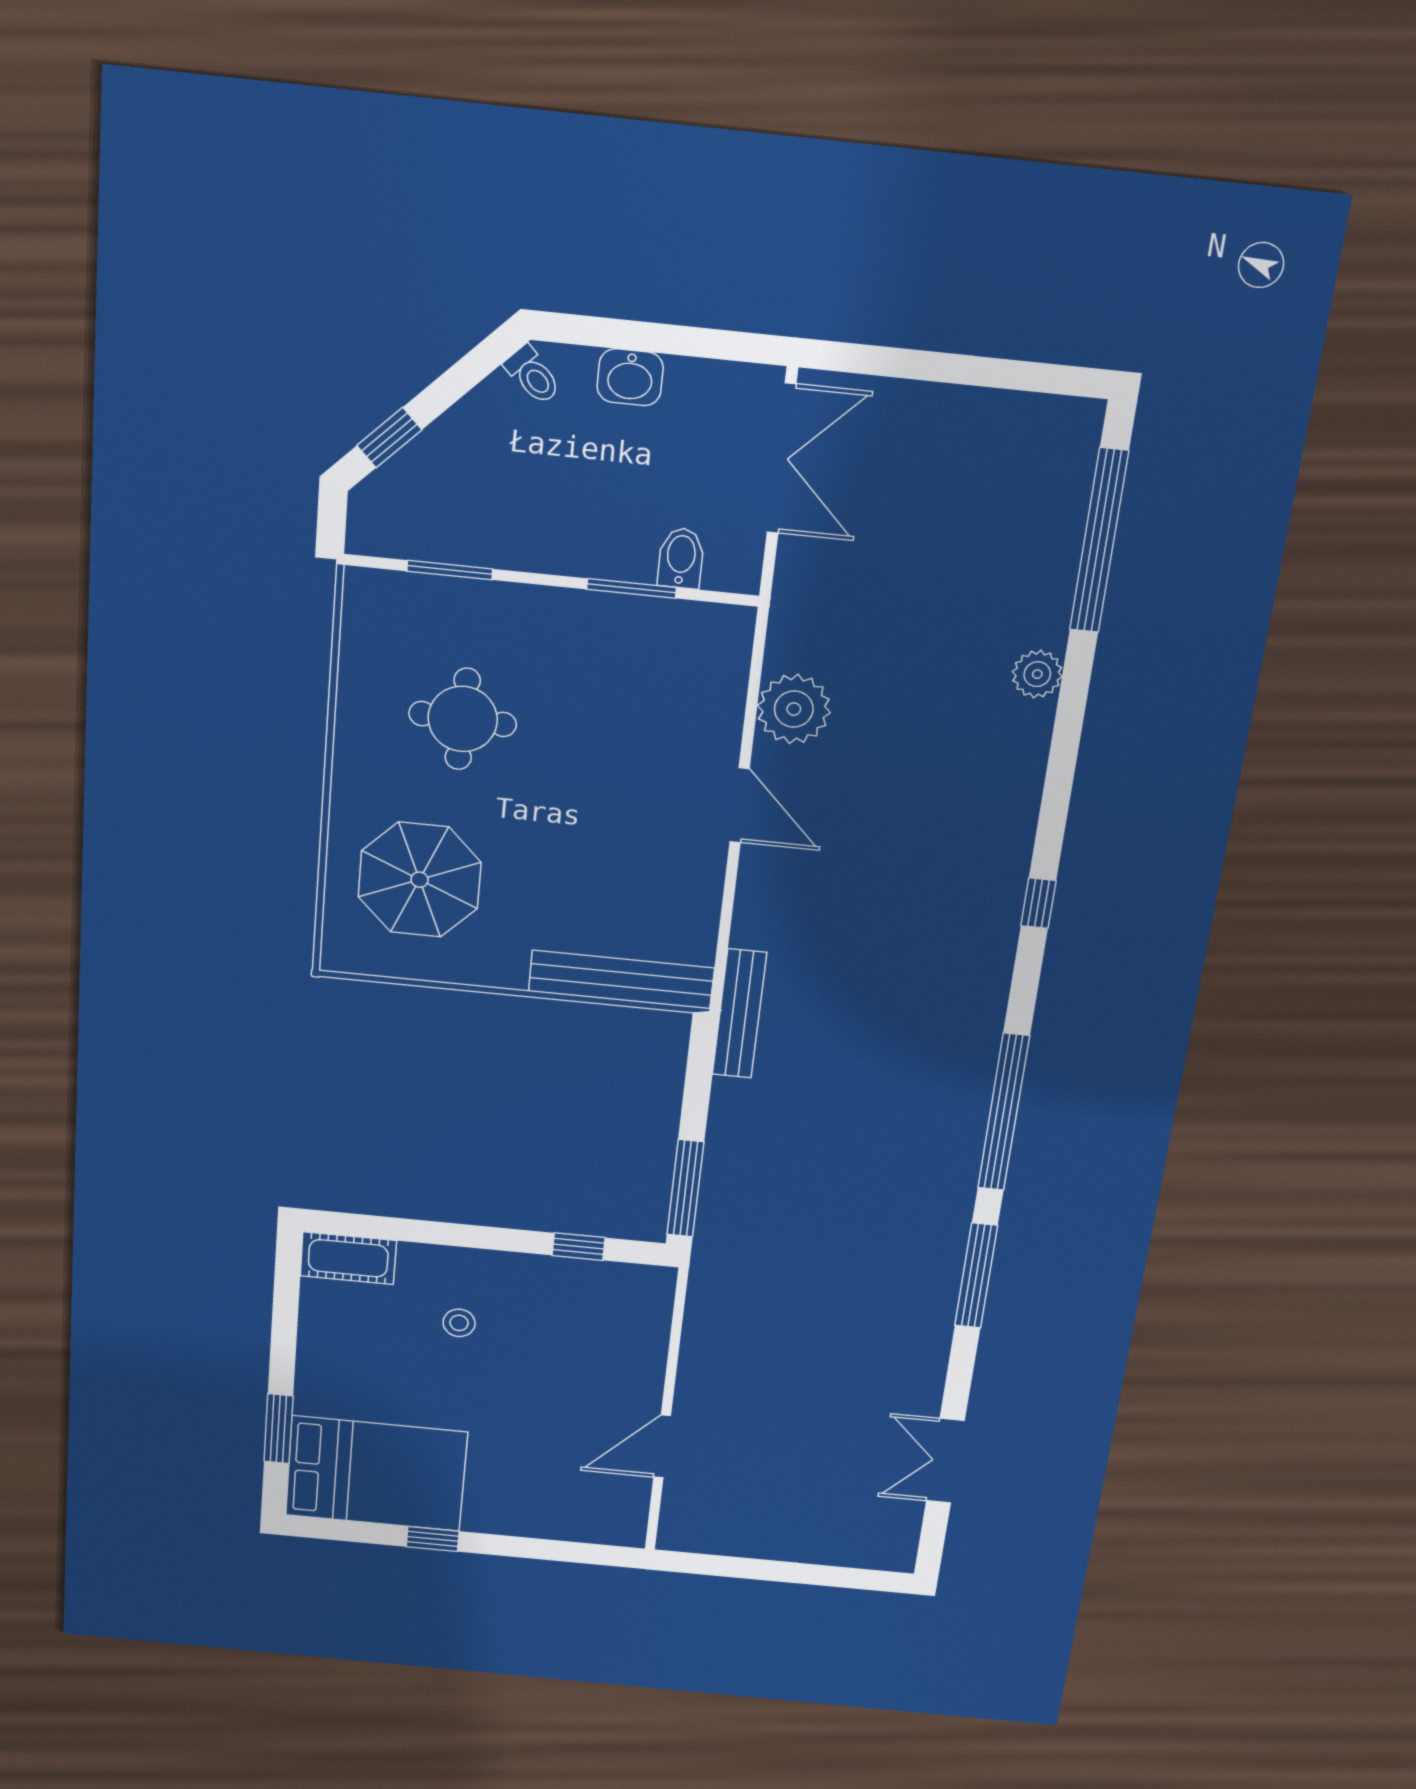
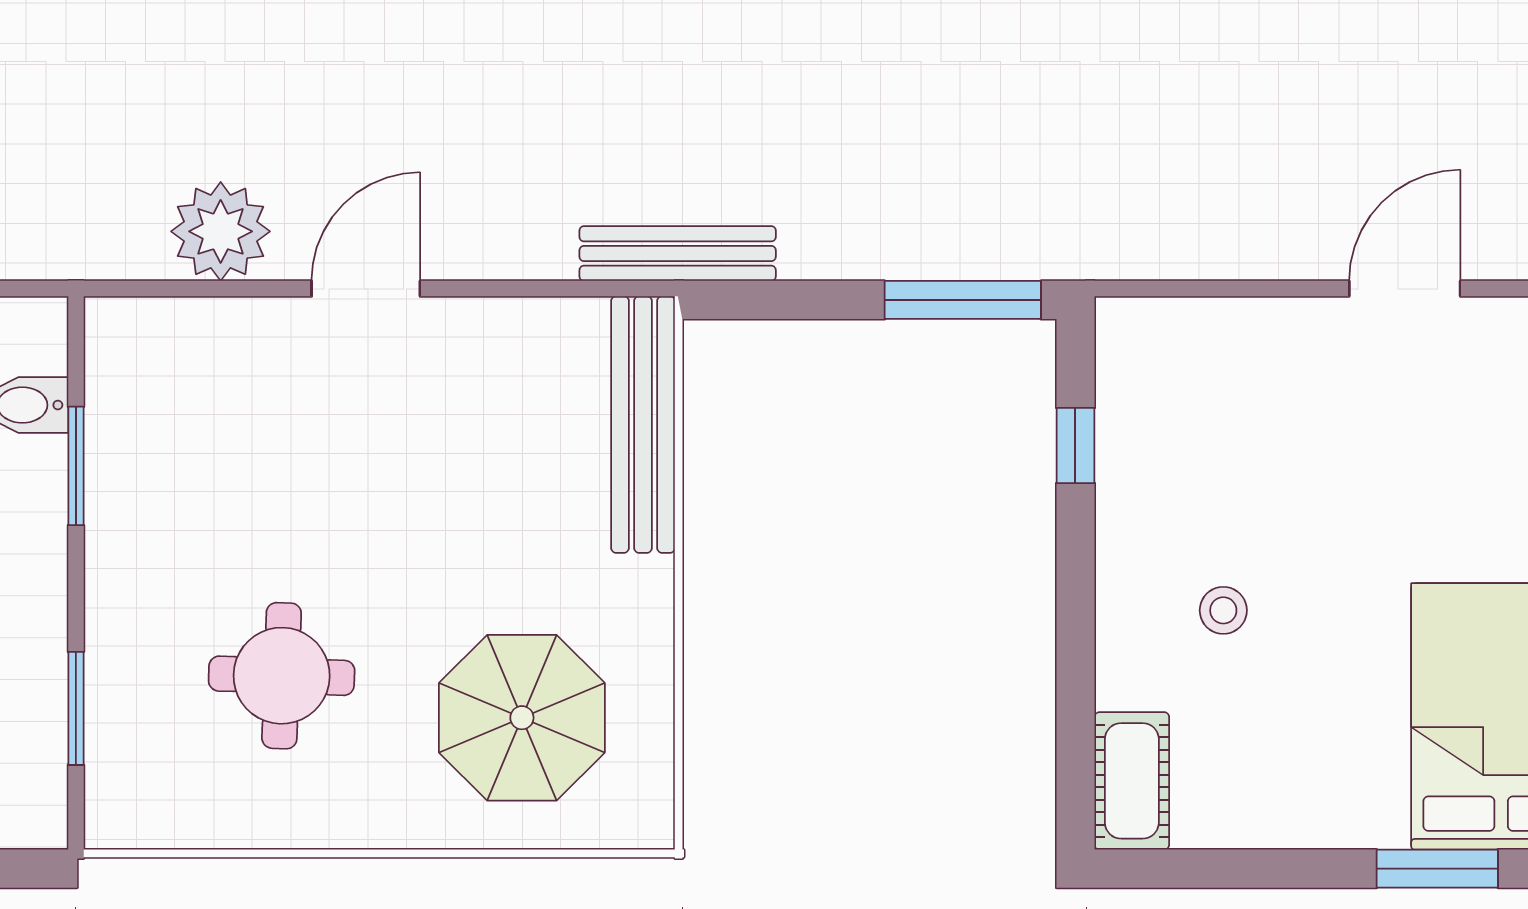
door: (662, 1447) -> (1405, 289), swing flipped

